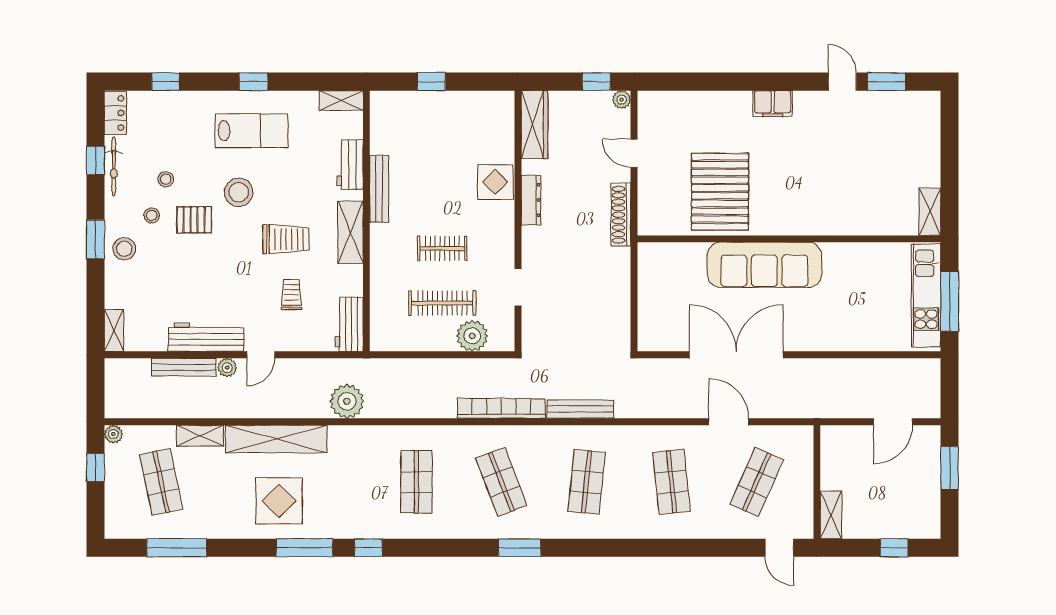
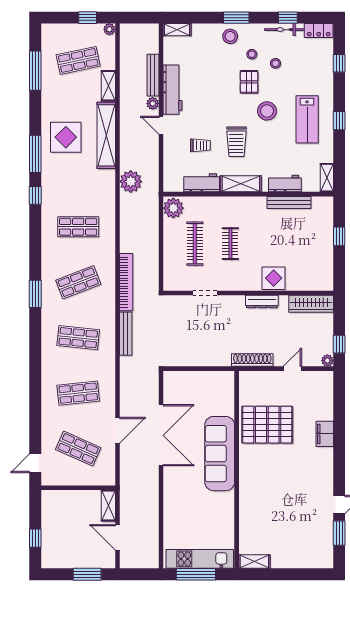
filing cabinet: (773, 104) -> (325, 434), moved
bench: (379, 189) -> (289, 202), moved
workbench: (349, 324) -> (202, 183), moved
plant: (472, 336) -> (173, 208), moved
shelving: (831, 515) -> (108, 506), moved, turned 90

